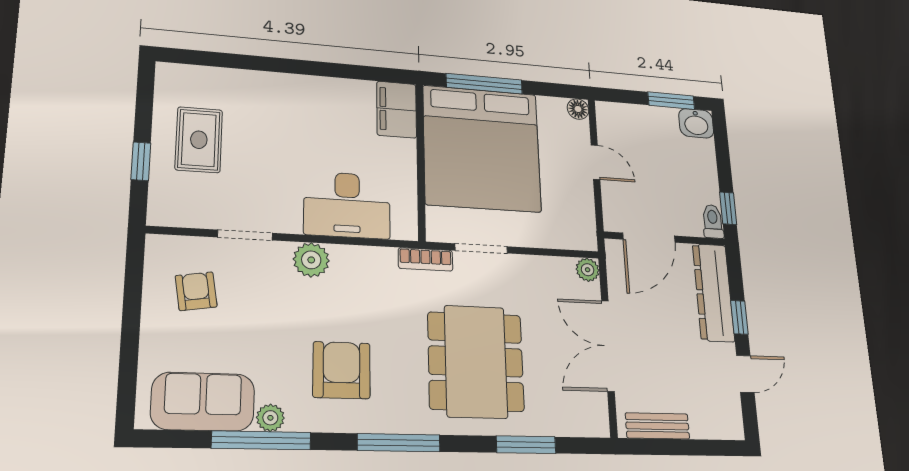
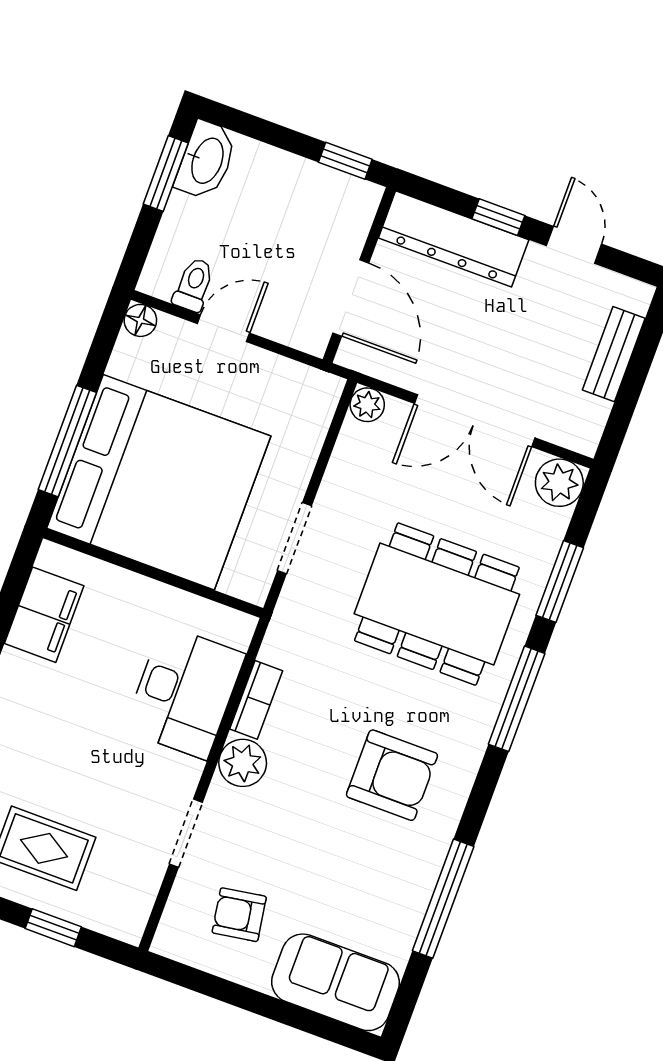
filing cabinet: (397, 110) -> (44, 615), moved, turned -90
washbasin: (696, 123) -> (206, 160), width x1.38
toilet: (713, 221) -> (194, 285), moved, turned 90
bookcase: (426, 259) -> (256, 700), moved
armchair: (342, 370) -> (392, 775), turned 180
sofa: (203, 402) -> (336, 982), moved, turned 90
plant: (270, 418) -> (559, 483), moved, width x1.38, depth x1.38
bench: (657, 426) -> (614, 354), moved
window: (399, 443) -> (517, 699), moved

